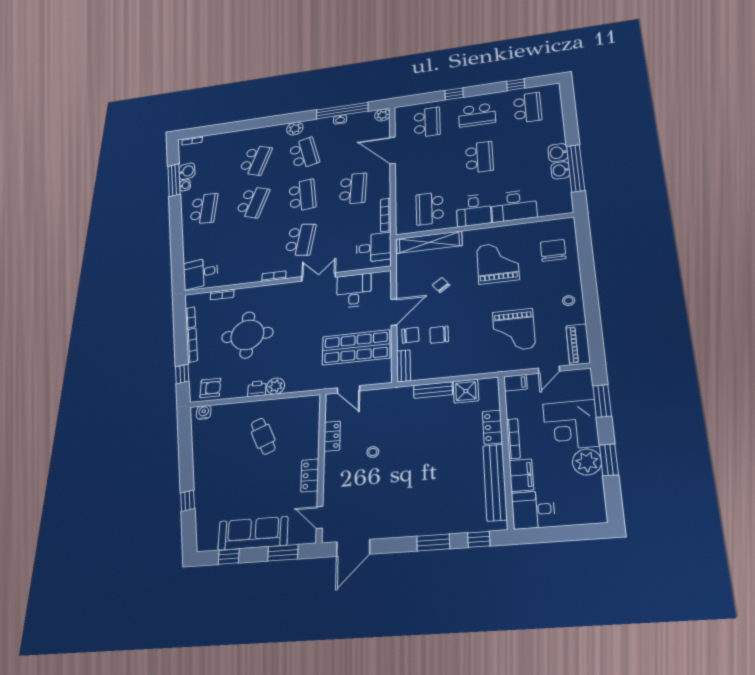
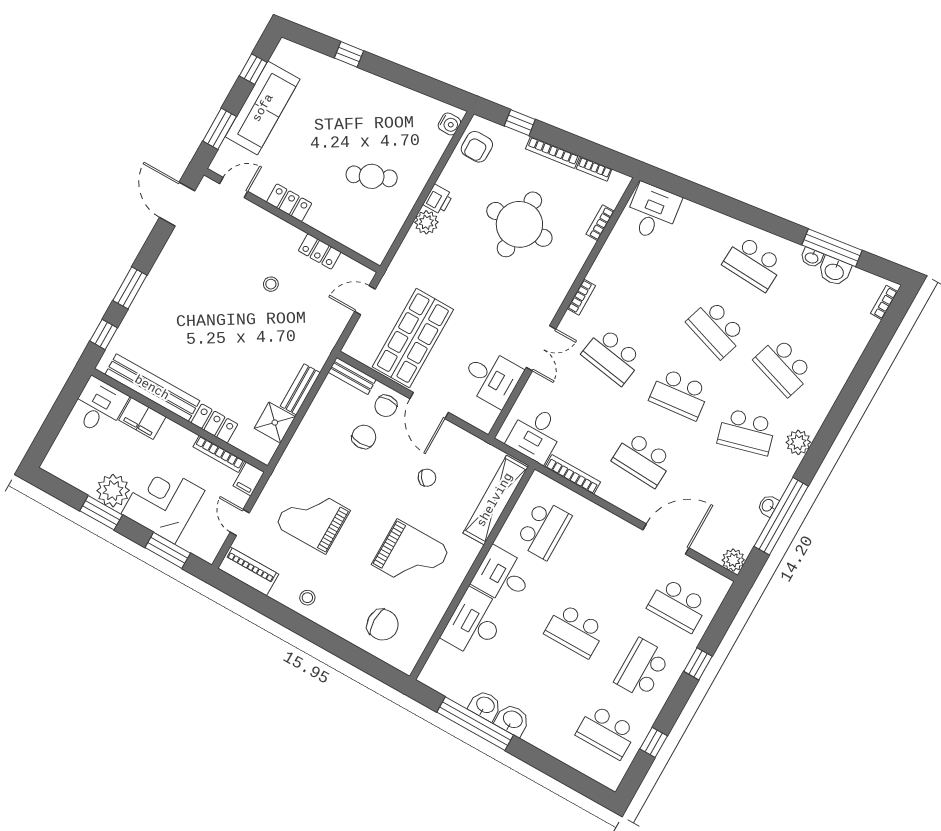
school desk: (430, 208) -> (543, 529), turned 90
bookcase: (513, 439) -> (219, 454), moved

